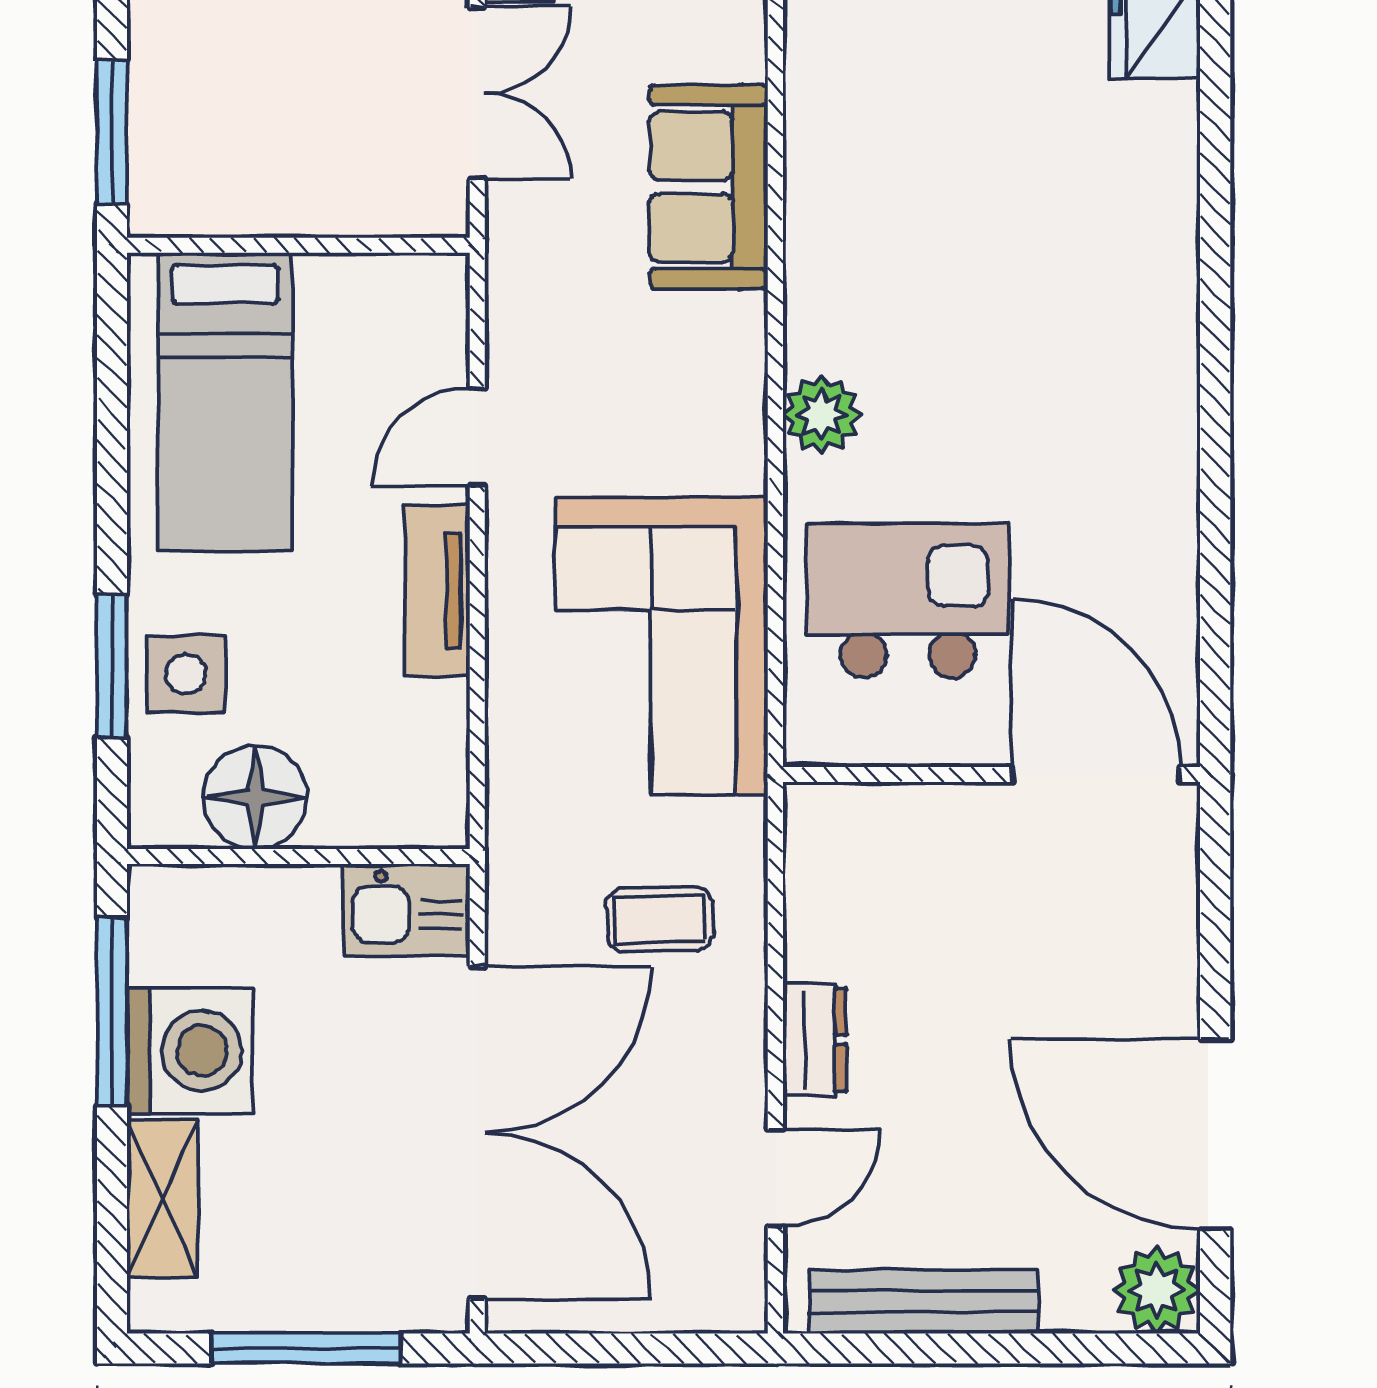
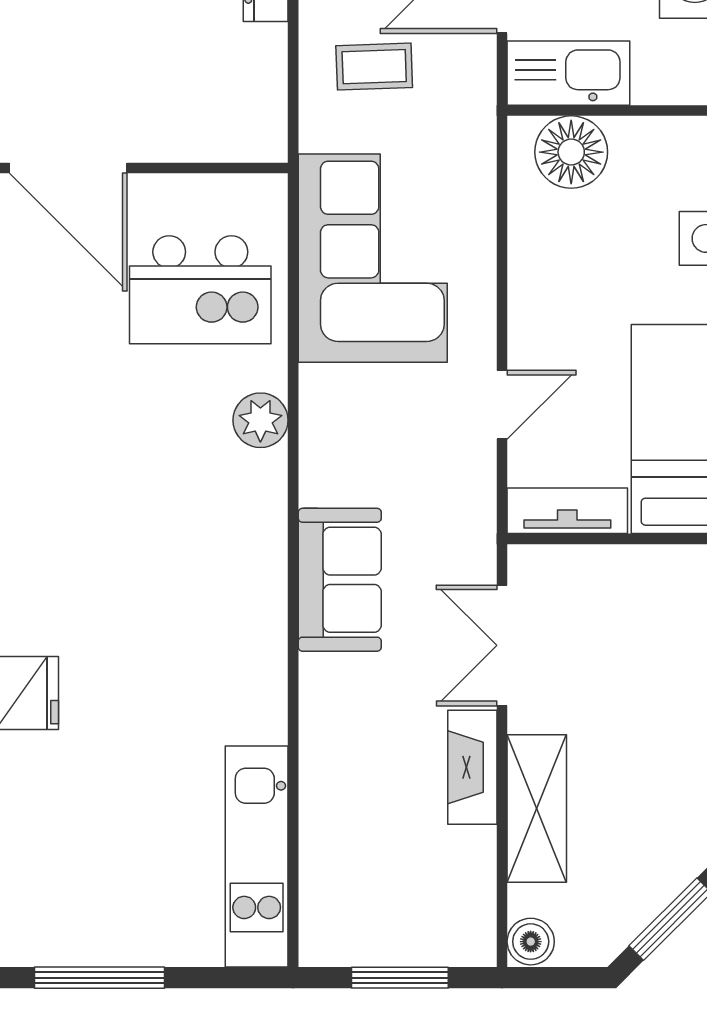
tv unit: (437, 591) -> (567, 511), moved, turned -90
floor lamp: (255, 797) -> (571, 152), moved
kitchen sink: (406, 910) -> (568, 73), width x1.38

